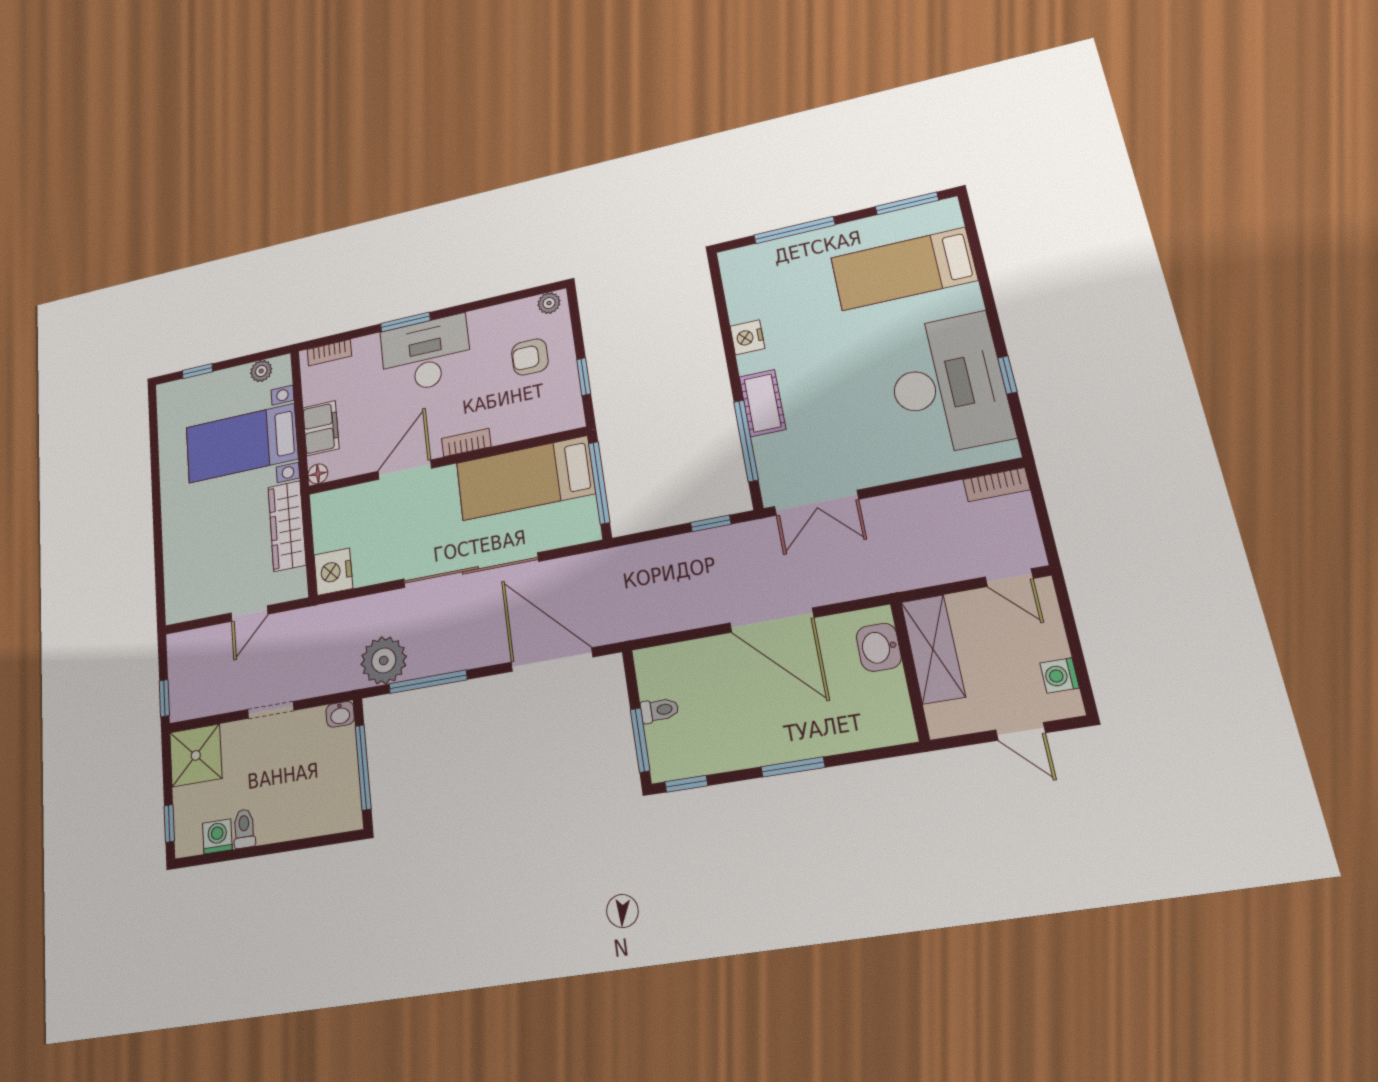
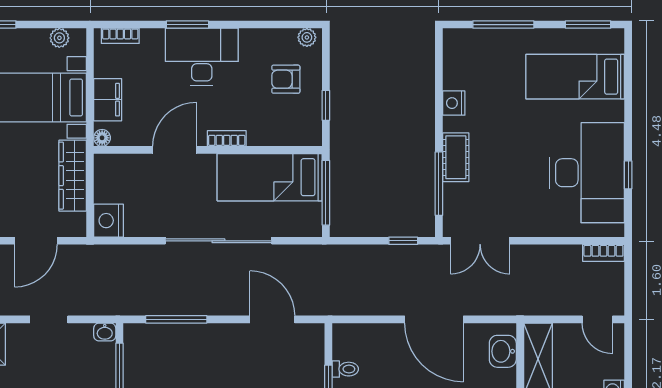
door: (249, 614) -> (36, 241), width x1.38
plant: (384, 660) -> (143, 297), removed
door: (552, 660) -> (272, 319), width x0.73

